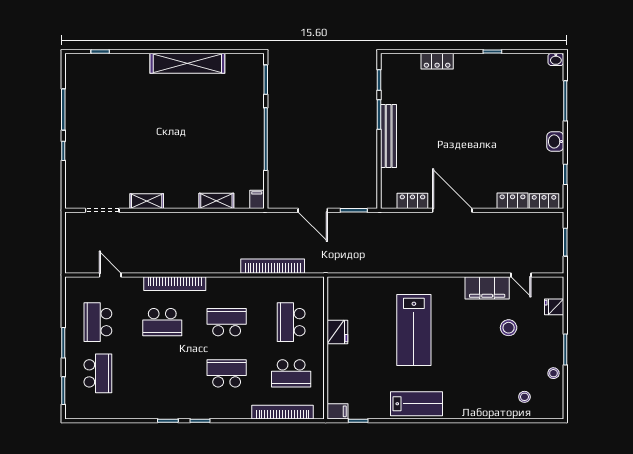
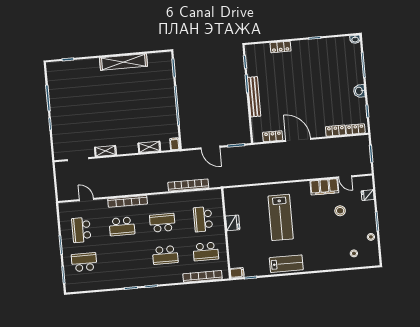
school desk: (98, 373) -> (84, 262), turned -90
school desk: (227, 373) -> (165, 255), turned 180

